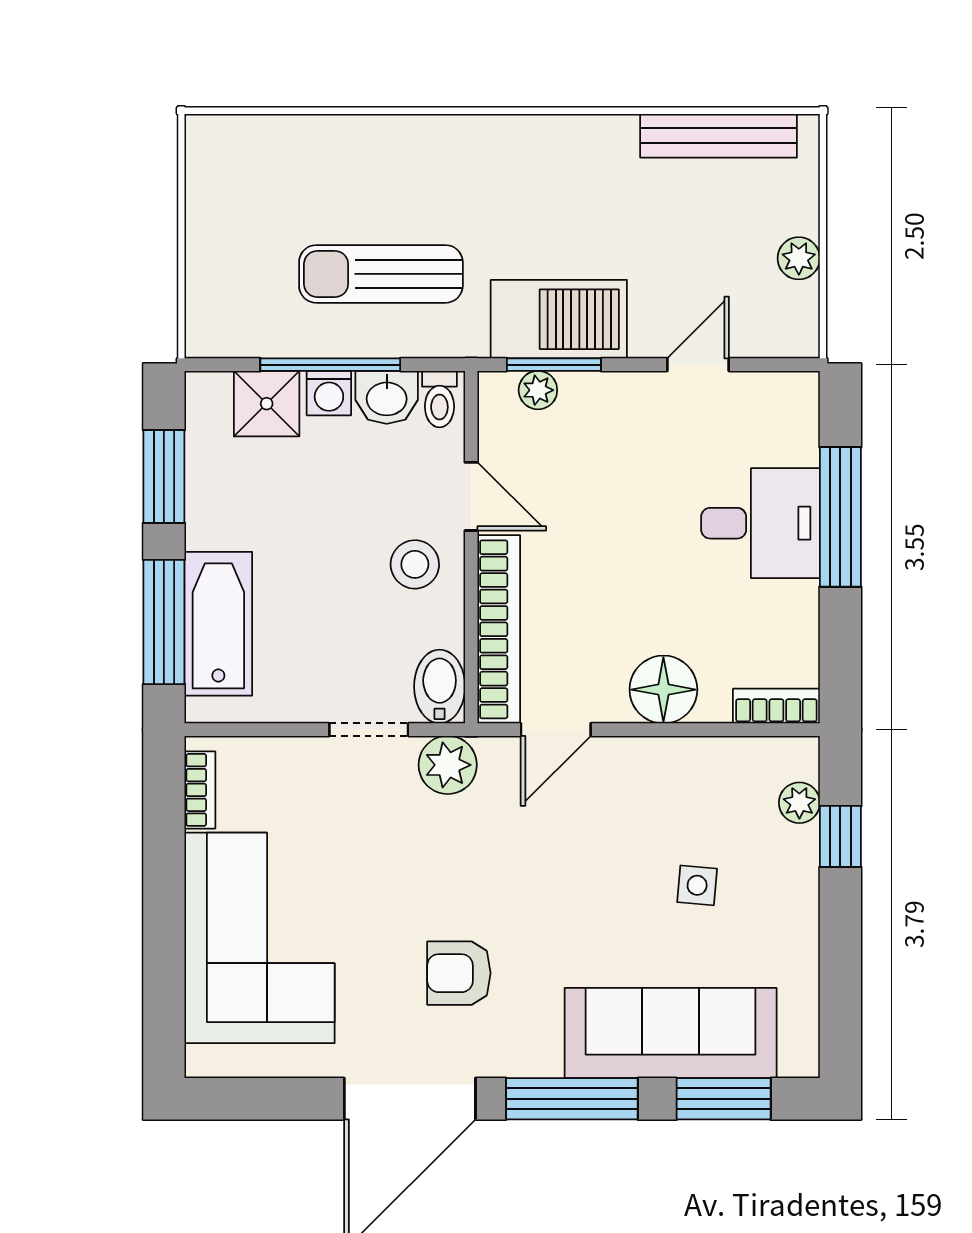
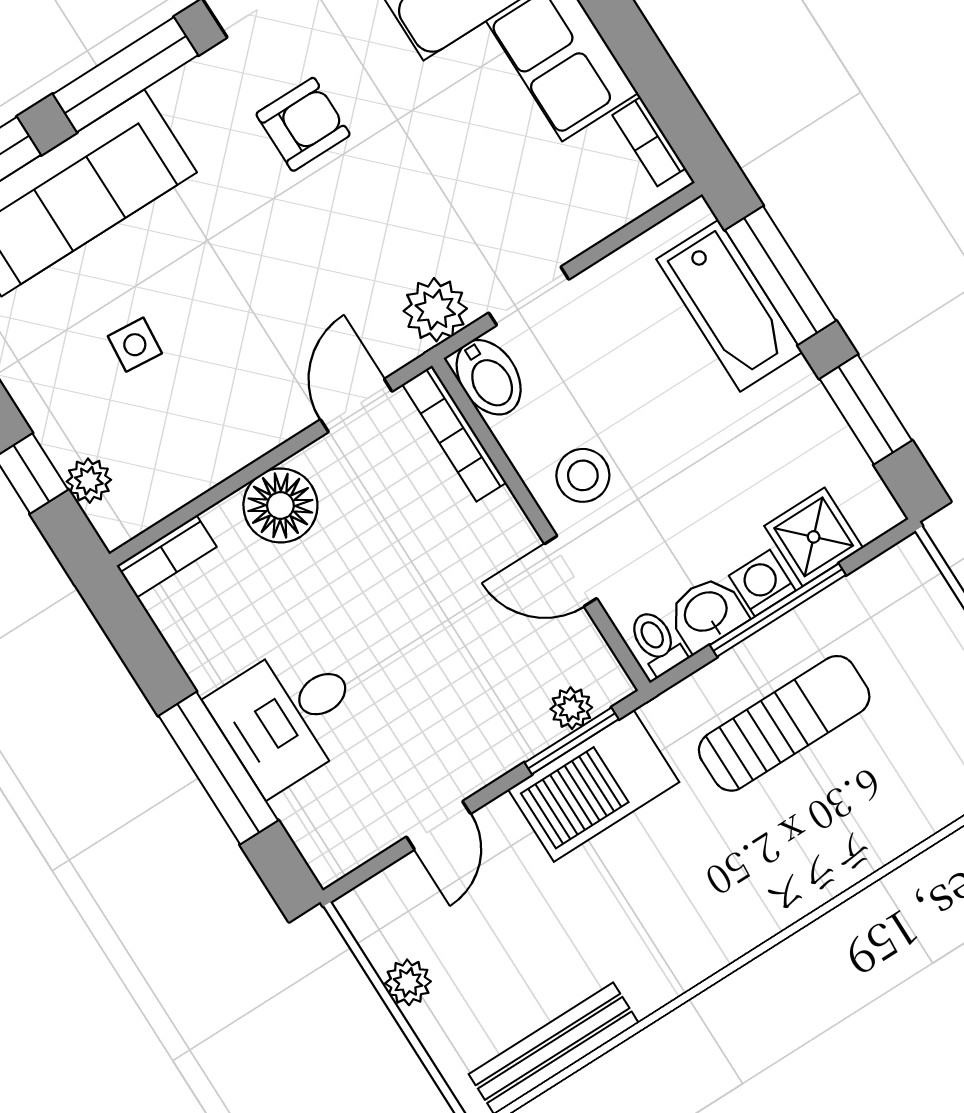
bookcase: (499, 629) -> (454, 434), width x0.68, depth x0.76

